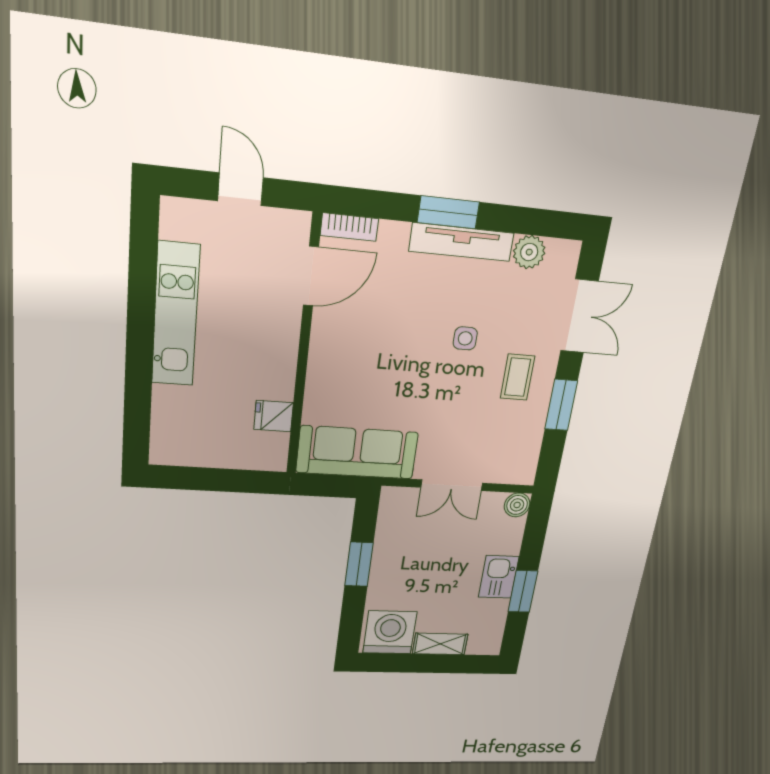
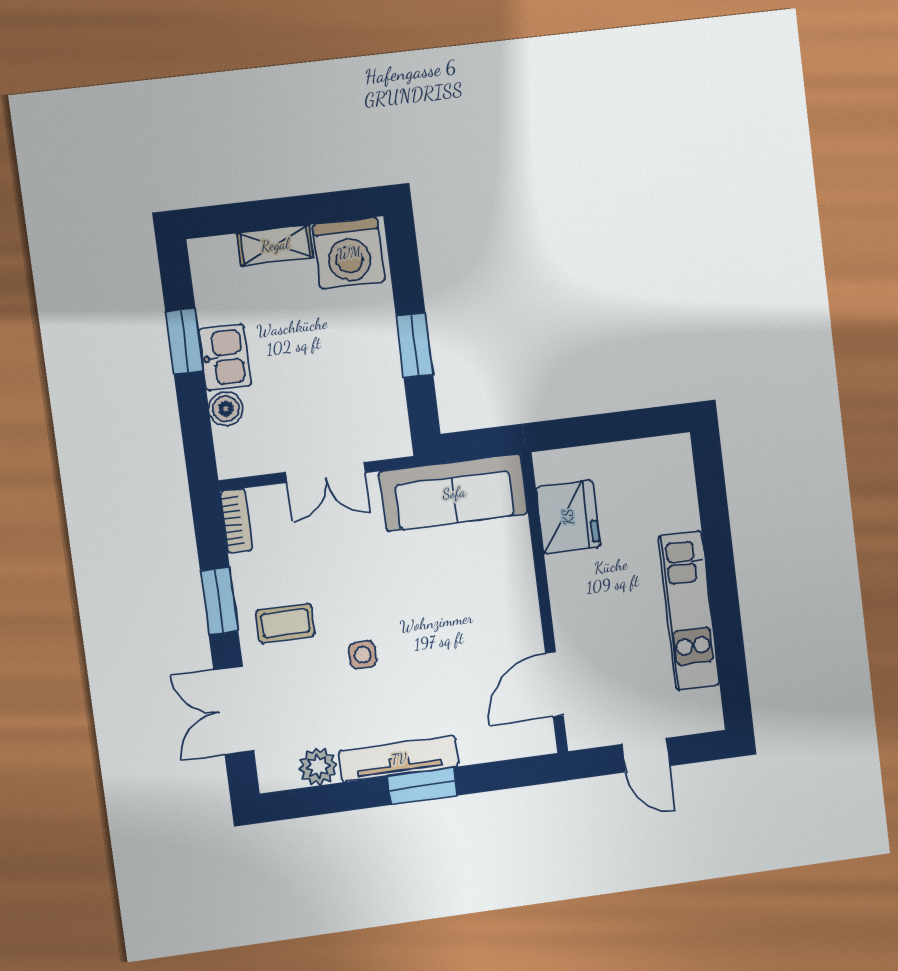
bookcase: (349, 227) -> (236, 521), moved, turned 90
coffee table: (518, 377) -> (285, 623), turned 90
fridge: (274, 416) -> (568, 517), width x1.88, depth x1.34
double door: (452, 485) -> (326, 472), swing flipped
boiler: (517, 505) -> (226, 409), moved

